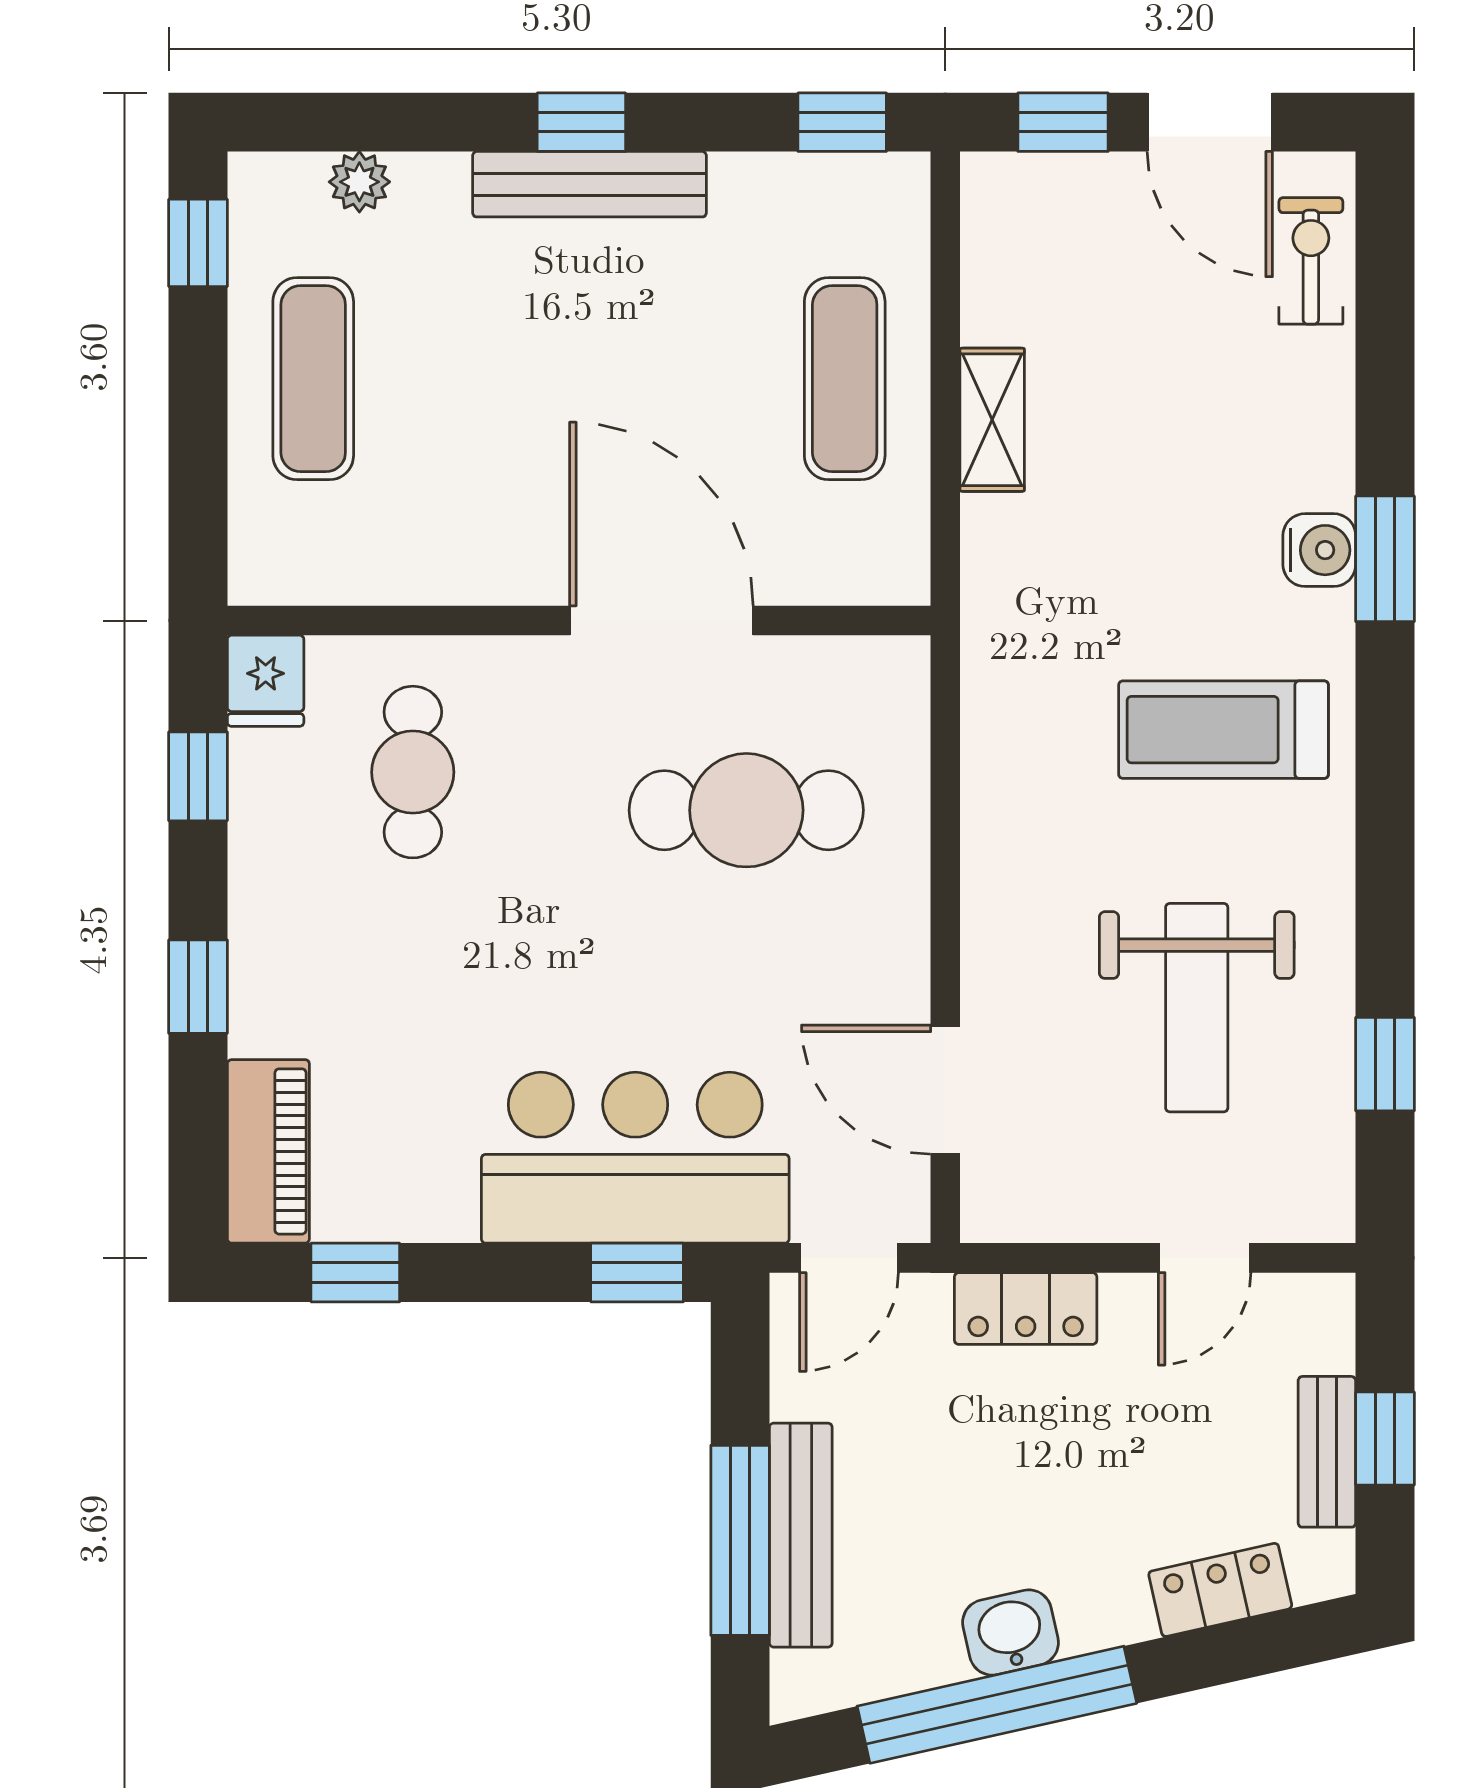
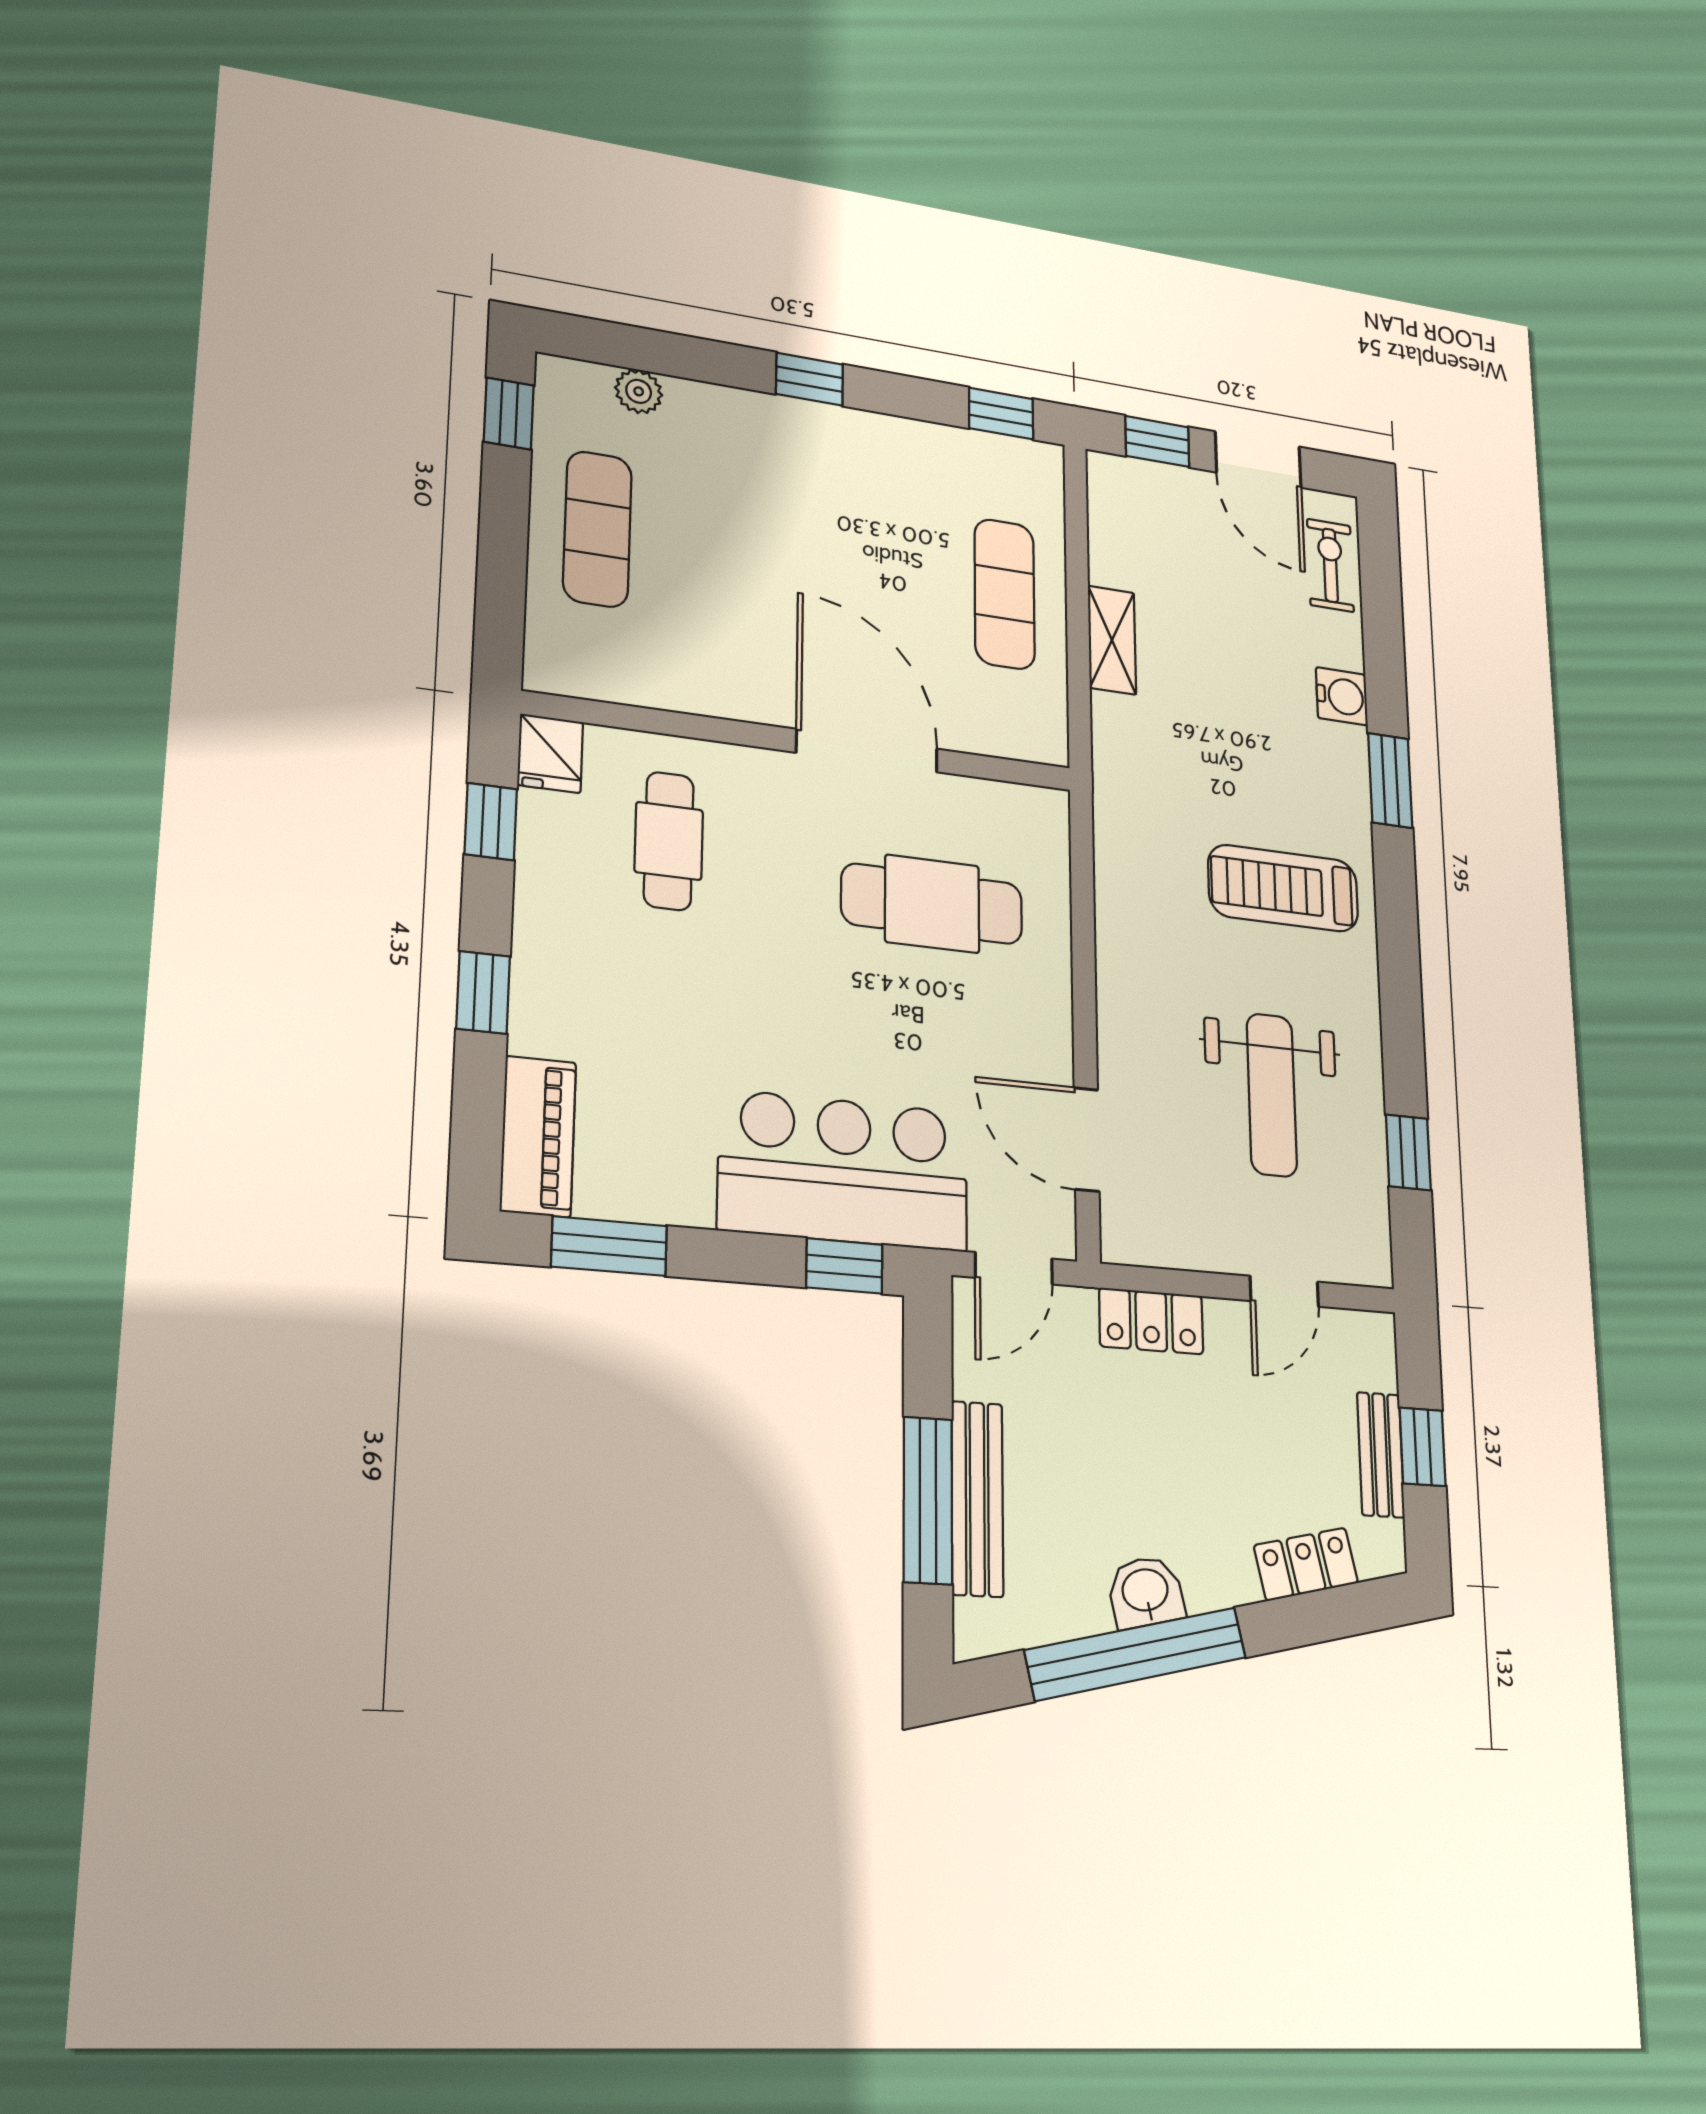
bench: (590, 184) -> (815, 424), removed
water cooler: (1319, 550) -> (1342, 696), moved
window: (355, 1273) -> (609, 1246), width x1.50

